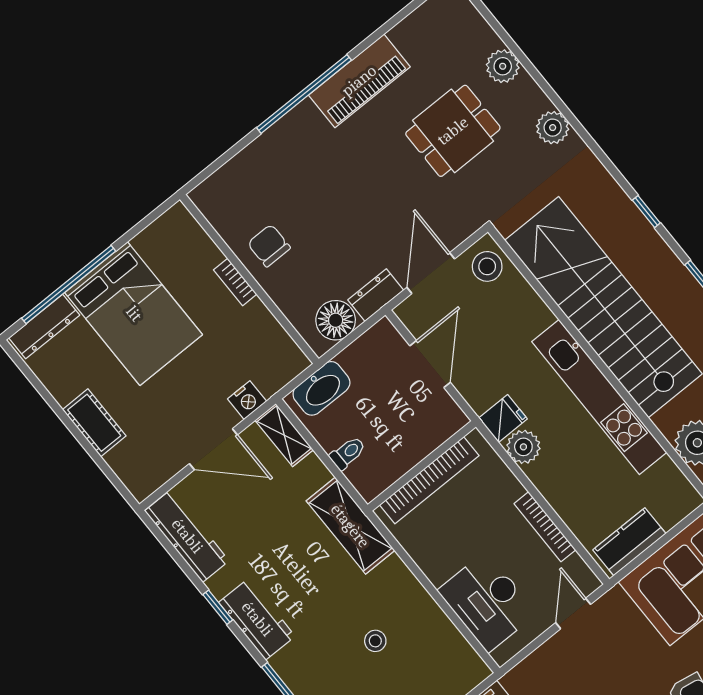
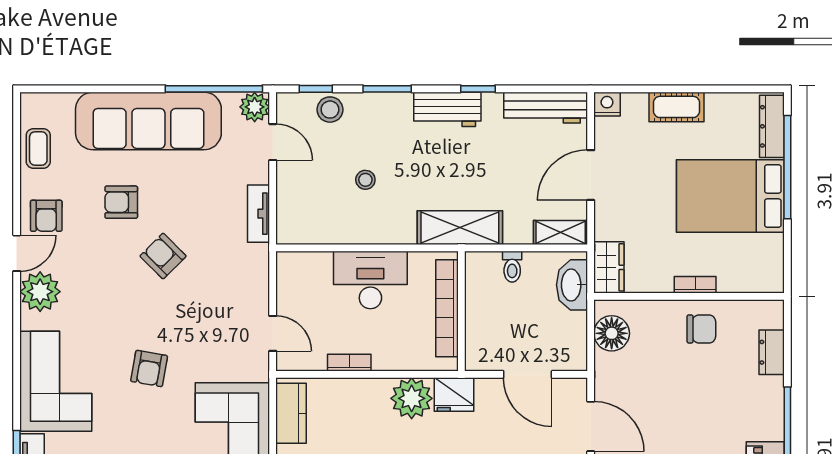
dresser: (376, 295) -> (772, 352), moved, turned 180
wardrobe: (280, 369) -> (609, 267), added
nightstand: (247, 400) -> (607, 104), moved, turned 90
fridge: (503, 418) -> (454, 395), width x1.38
plant: (523, 447) -> (412, 398), width x1.36, depth x1.36
bookcase: (545, 527) -> (349, 363), width x0.64
desk: (487, 602) -> (370, 280), moved

